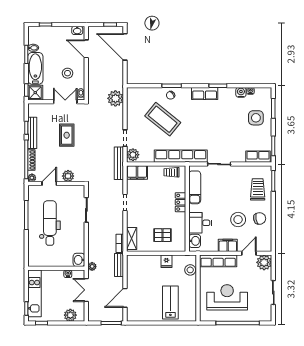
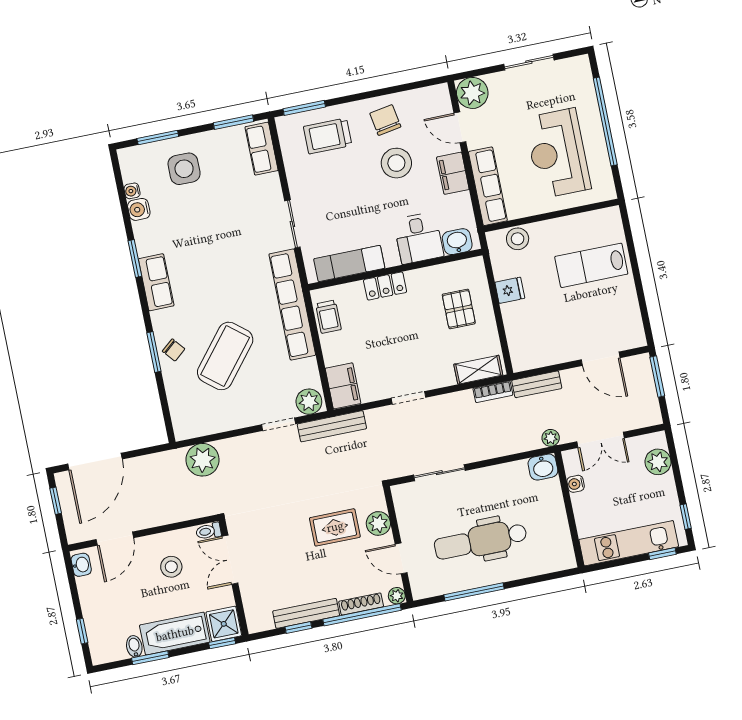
rug: (67, 135) -> (335, 527), moved

